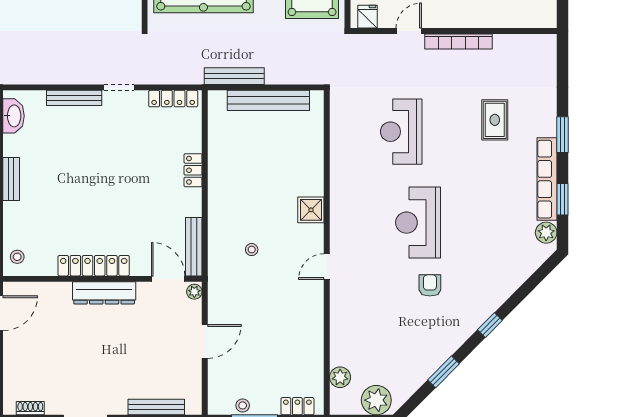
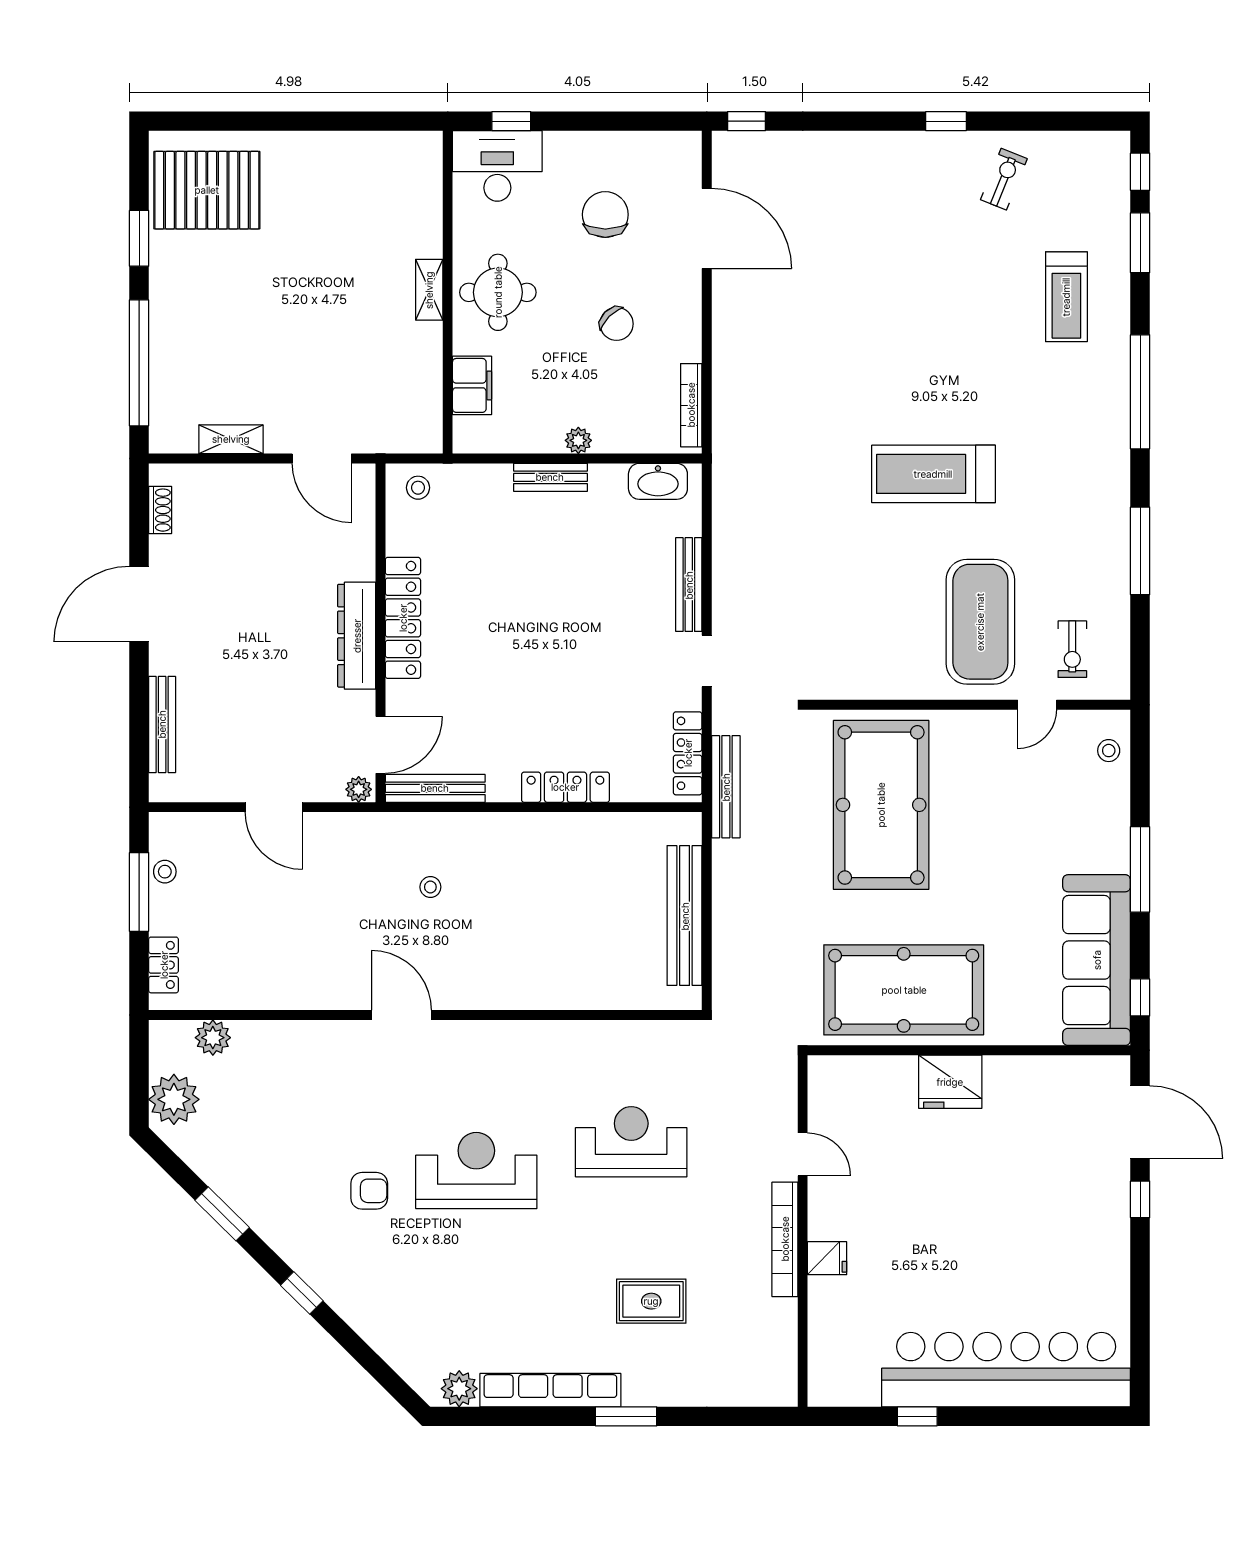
fridge: (367, 17) -> (827, 1258), moved
bench: (234, 76) -> (726, 787), moved
locker: (193, 170) -> (565, 787), width x1.53
window: (562, 199) -> (516, 1416), removed
shower: (311, 210) -> (498, 988), removed
door: (327, 267) -> (401, 1015), width x1.38

